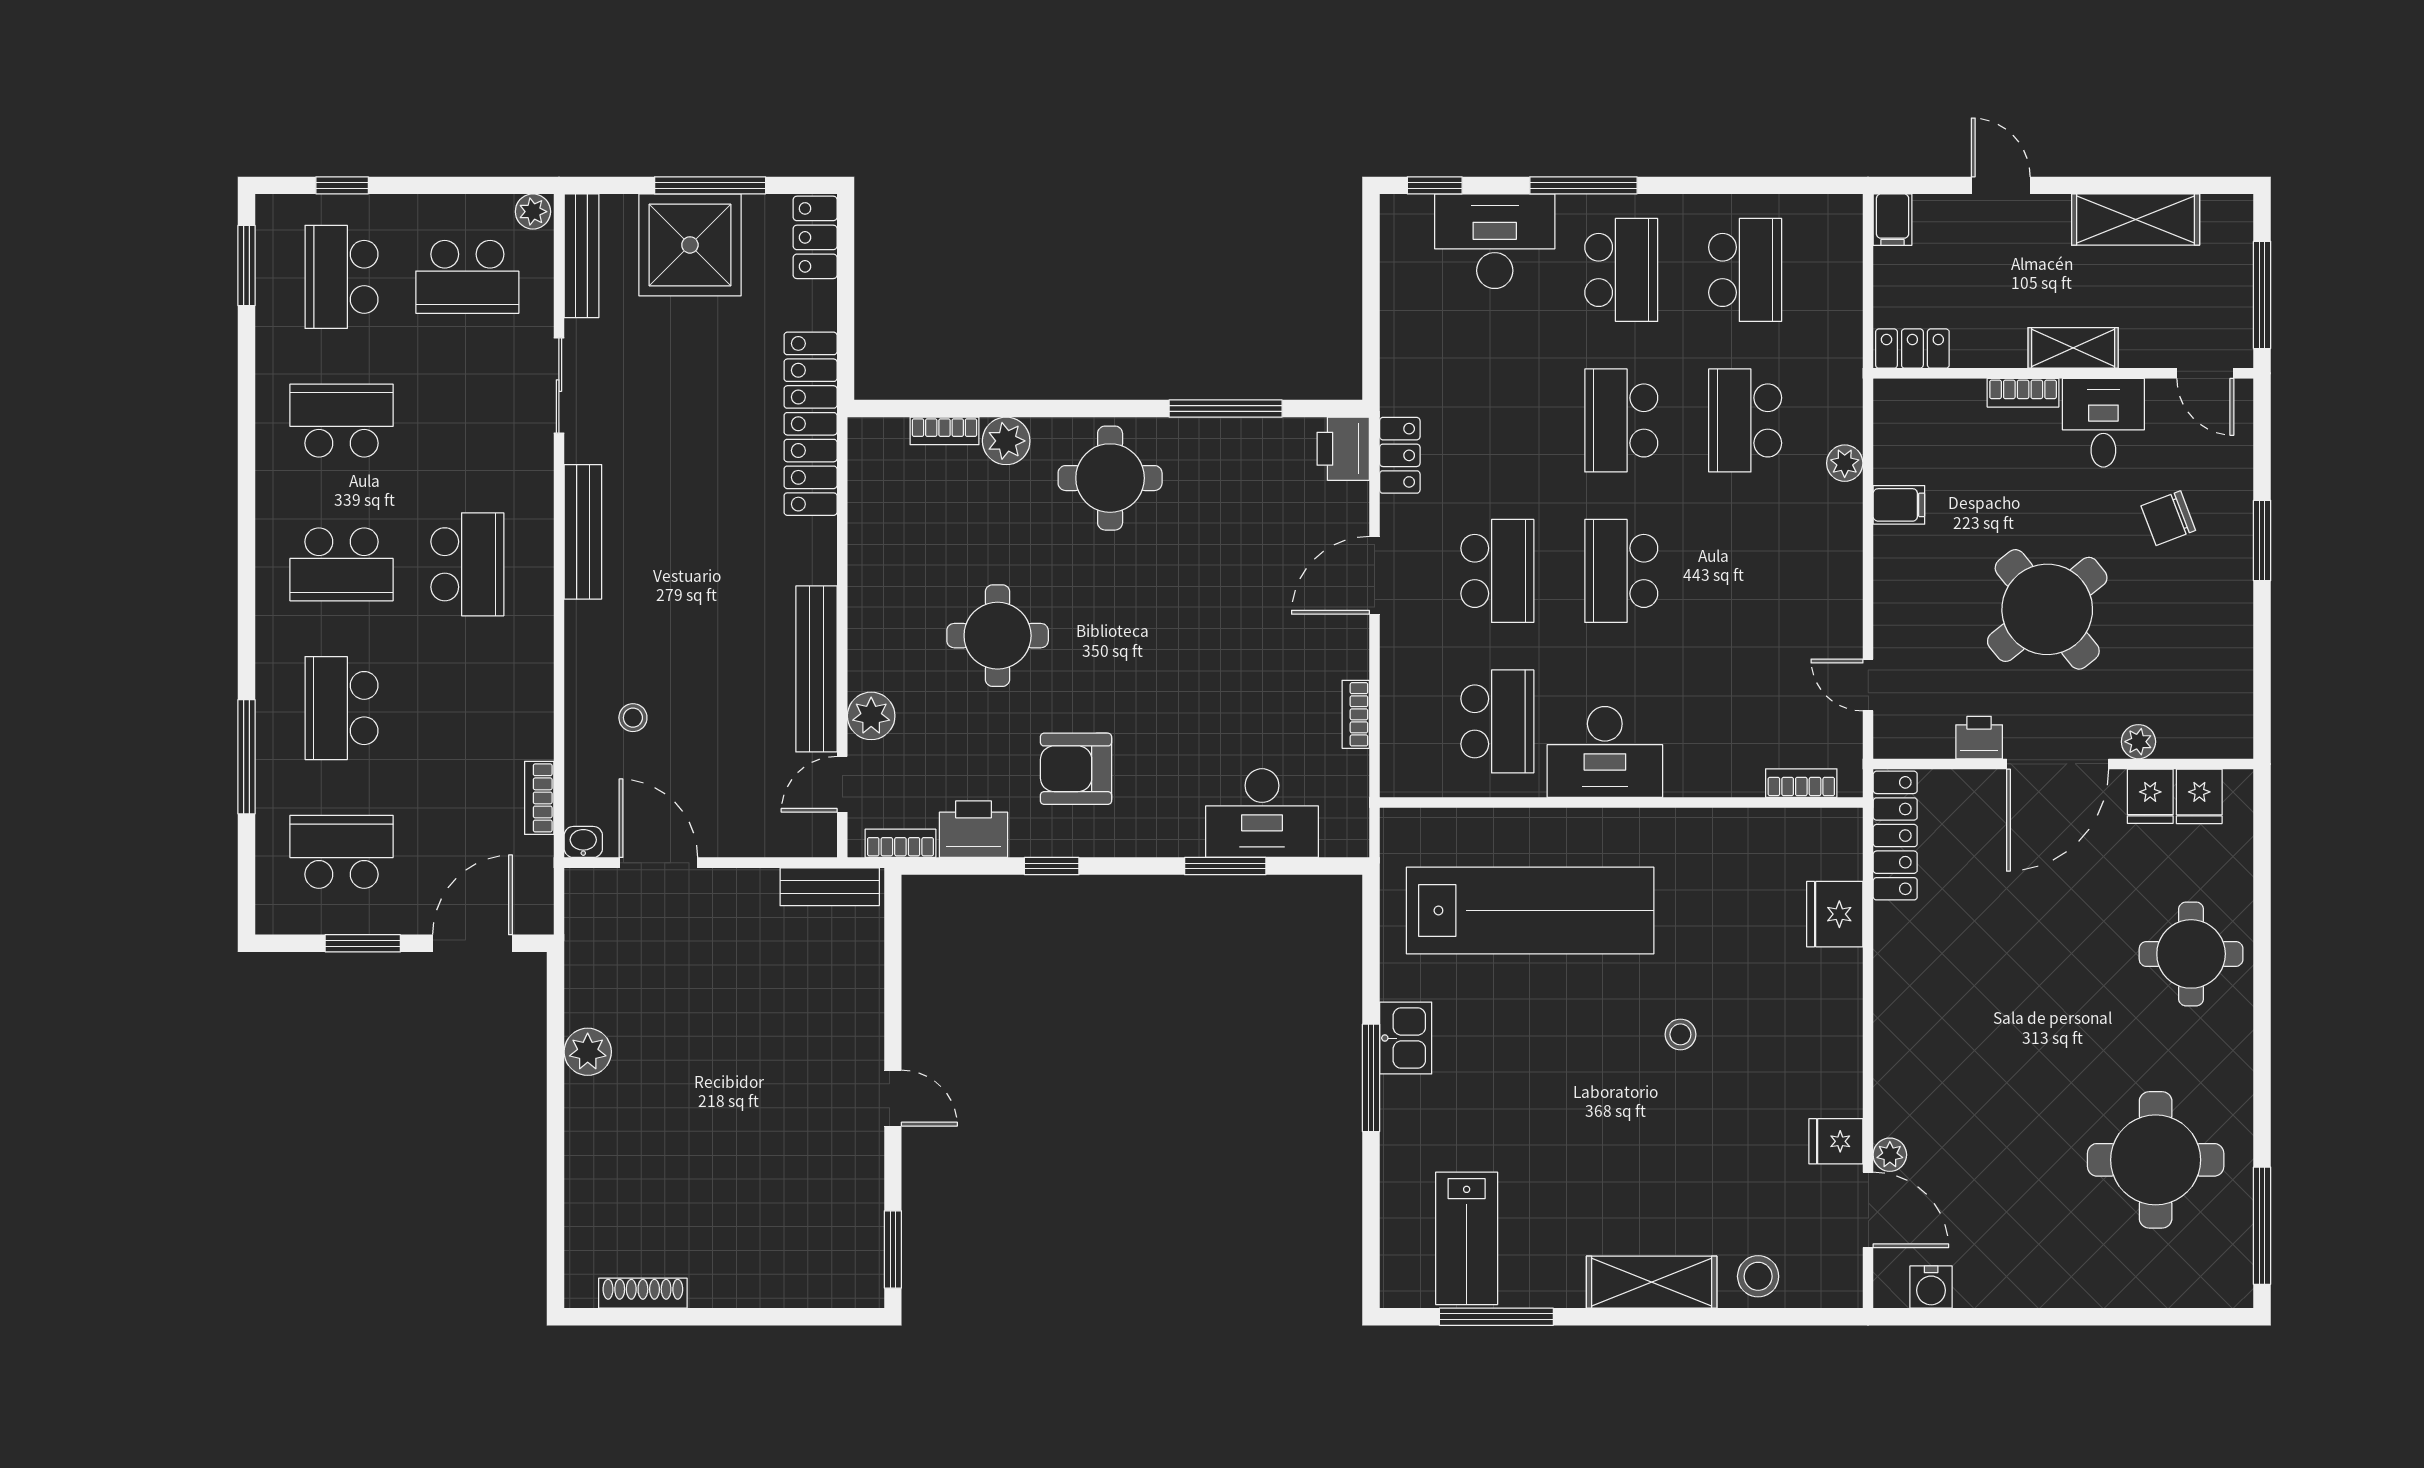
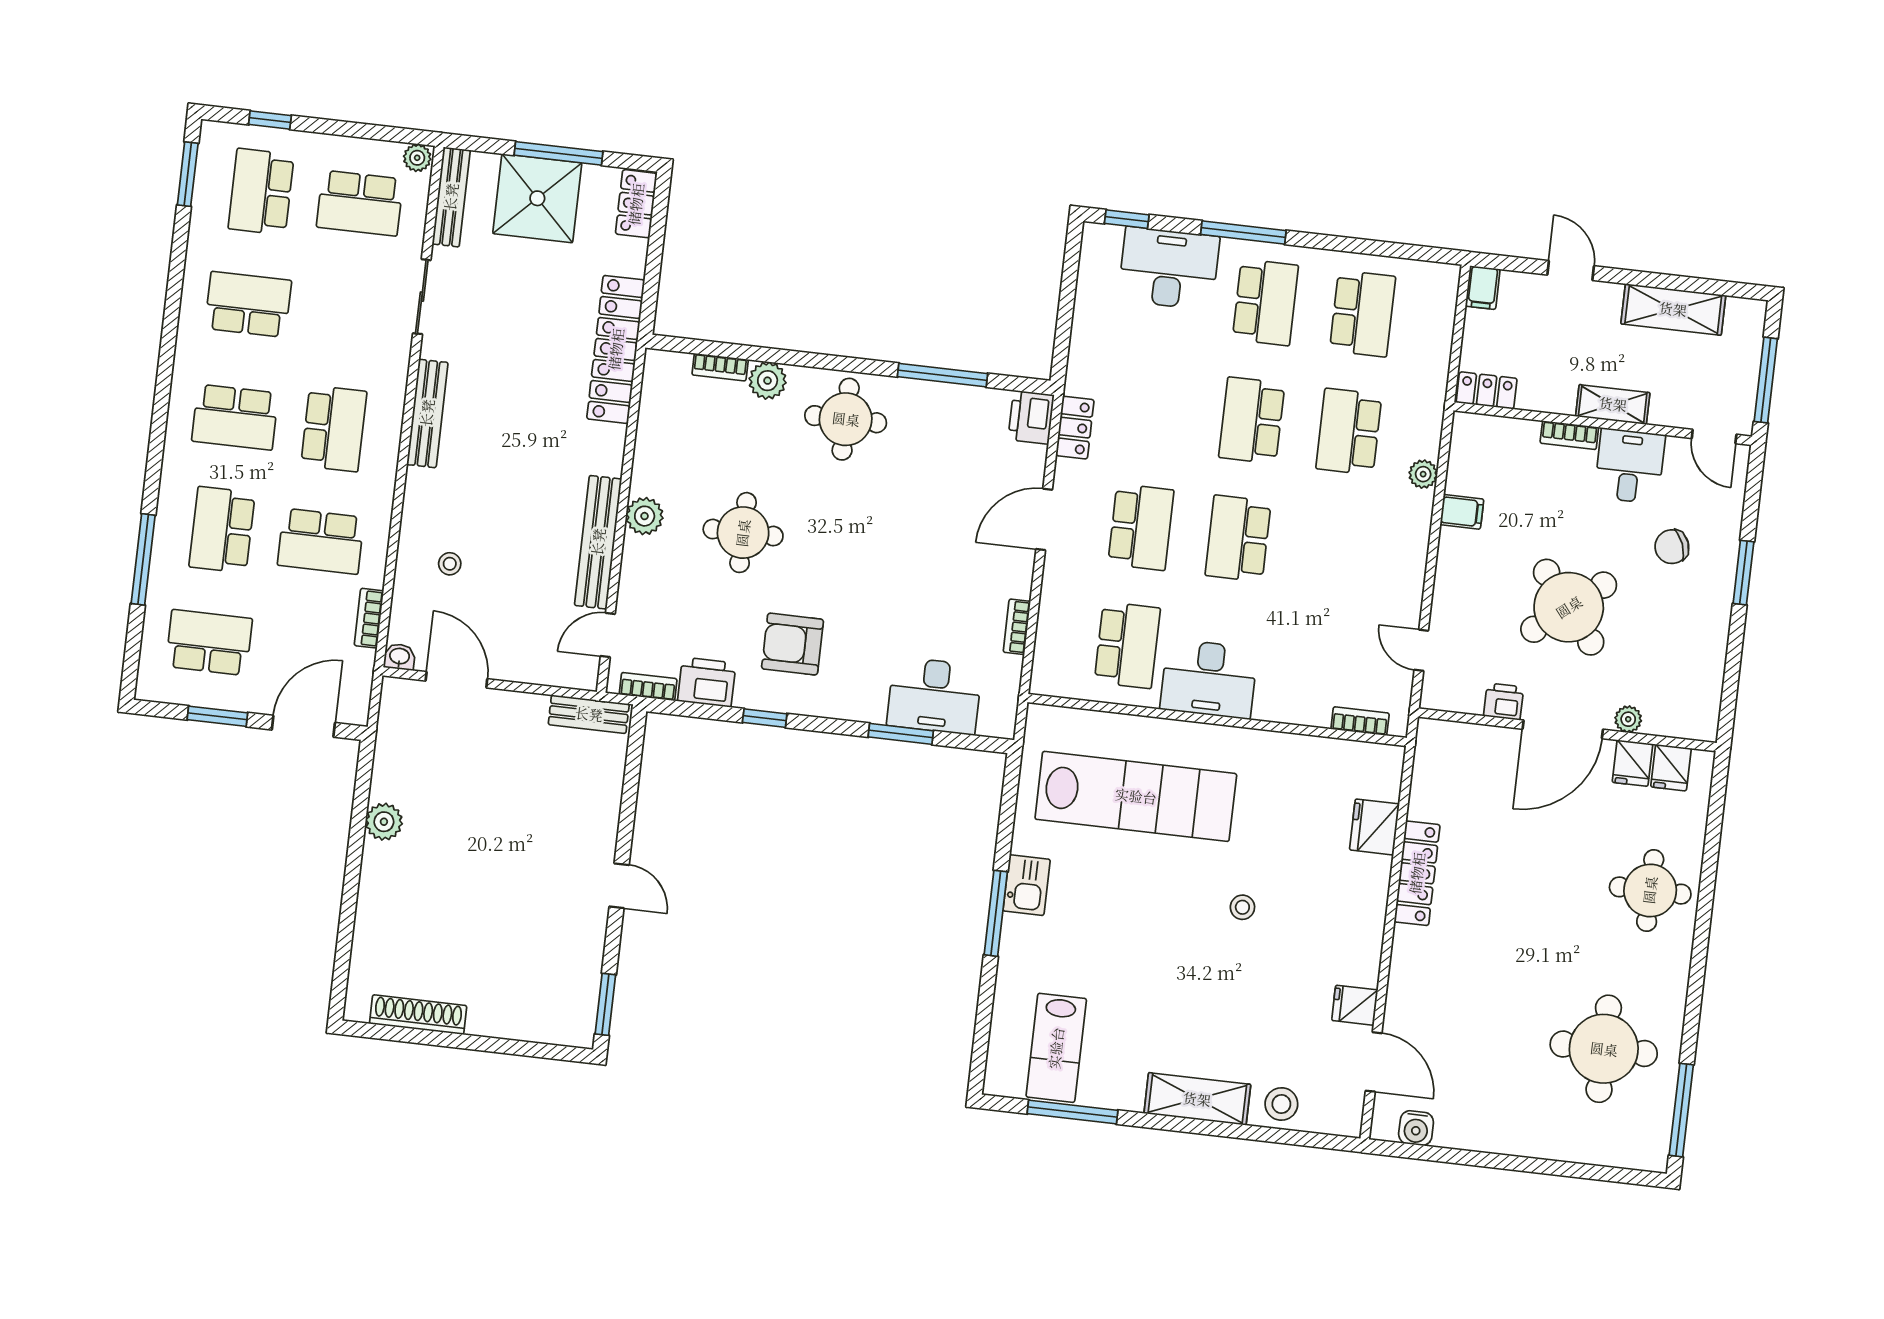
school desk: (467, 708) -> (321, 541), added
plant: (871, 716) -> (645, 516), moved
locker: (1895, 836) -> (1417, 873), moved
plant: (1890, 1155) -> (1396, 1021), removed
shoe rack: (643, 1293) -> (418, 1015), width x1.36, depth x1.24

